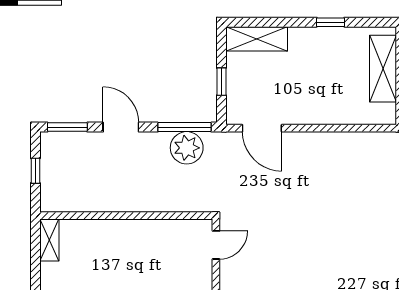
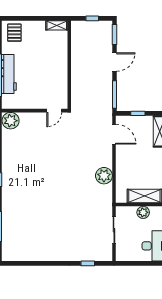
door: (262, 128) -> (114, 134), swing flipped
plant: (187, 148) -> (104, 176), moved
door: (216, 245) -> (54, 111), hinge flipped

